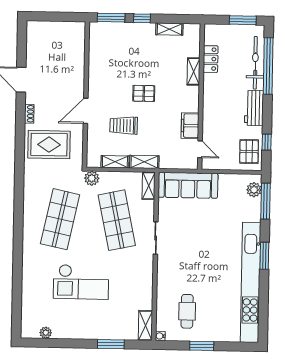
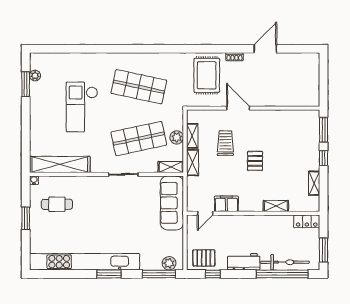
locker: (211, 59) -> (307, 221), moved
plant: (92, 178) -> (177, 137), moved
shelving: (145, 325) -> (60, 164), width x2.20, depth x1.33
window: (111, 344) -> (26, 84), moved

